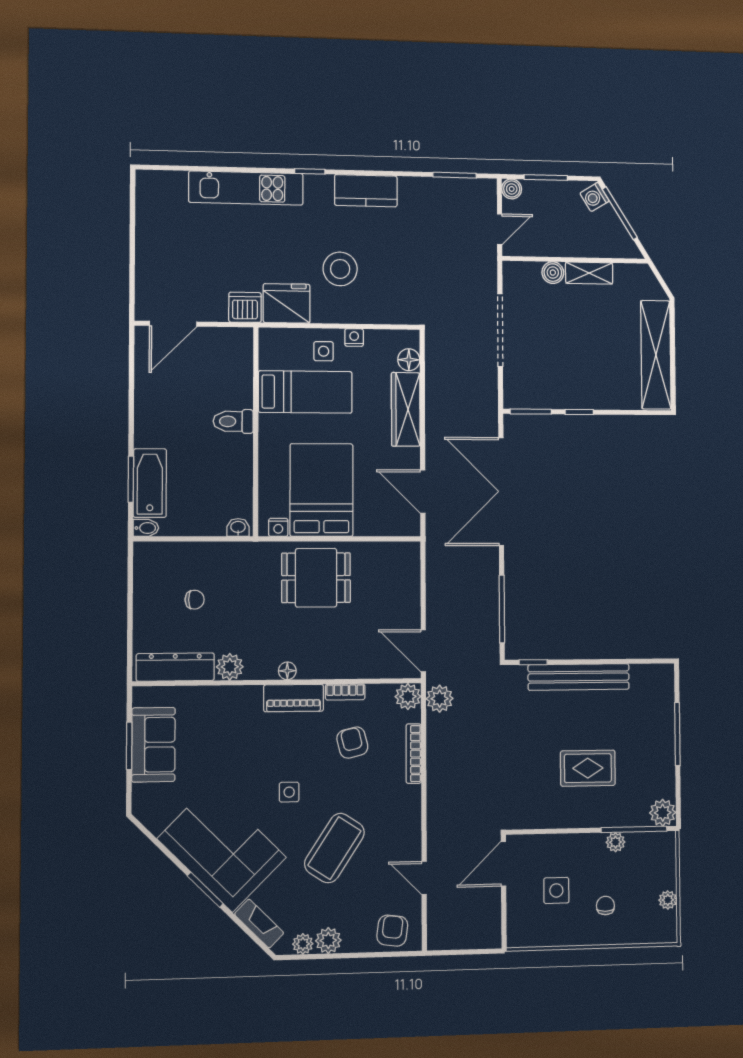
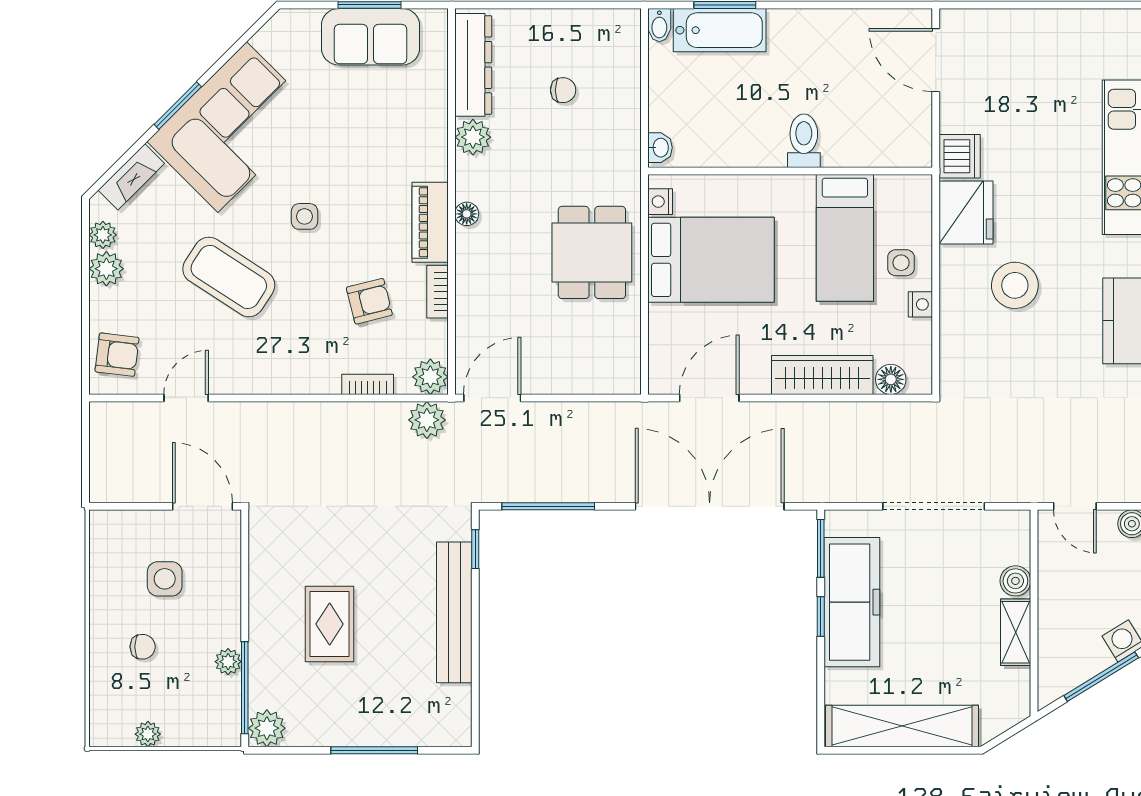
freezer: (569, 390) -> (852, 602), added
chair: (195, 600) -> (563, 90), turned -90
bookcase: (414, 754) -> (368, 384), width x0.64

